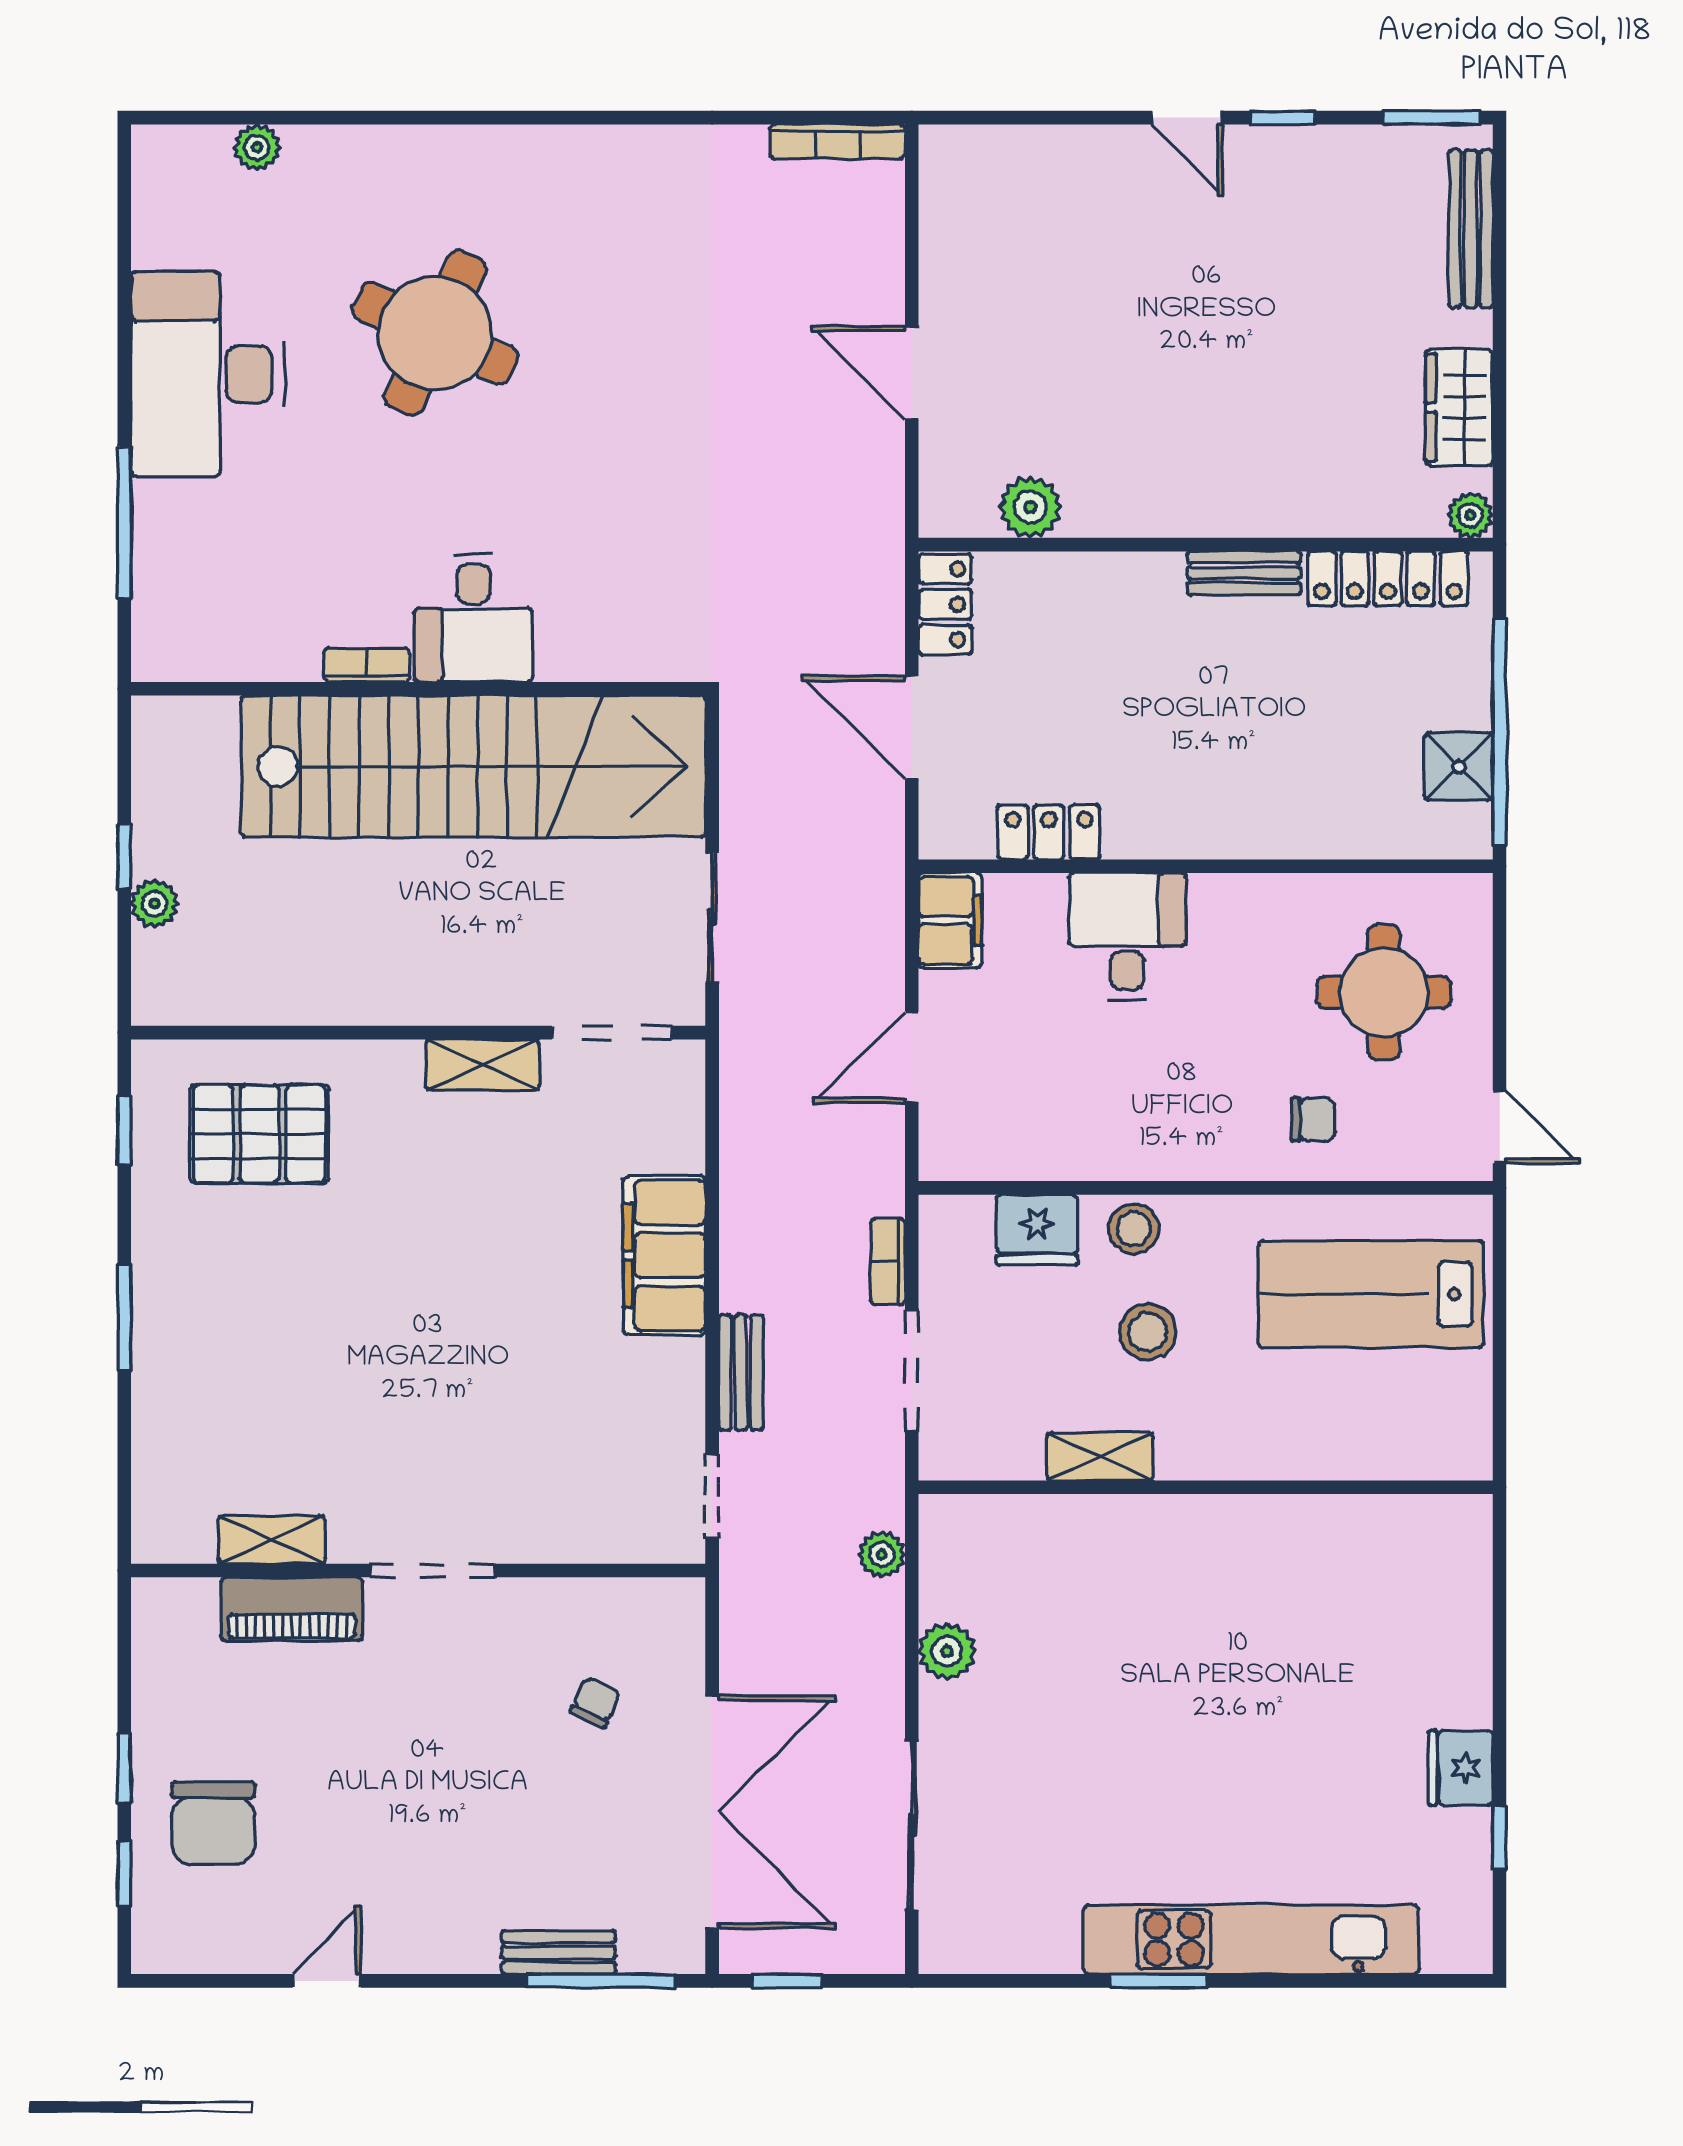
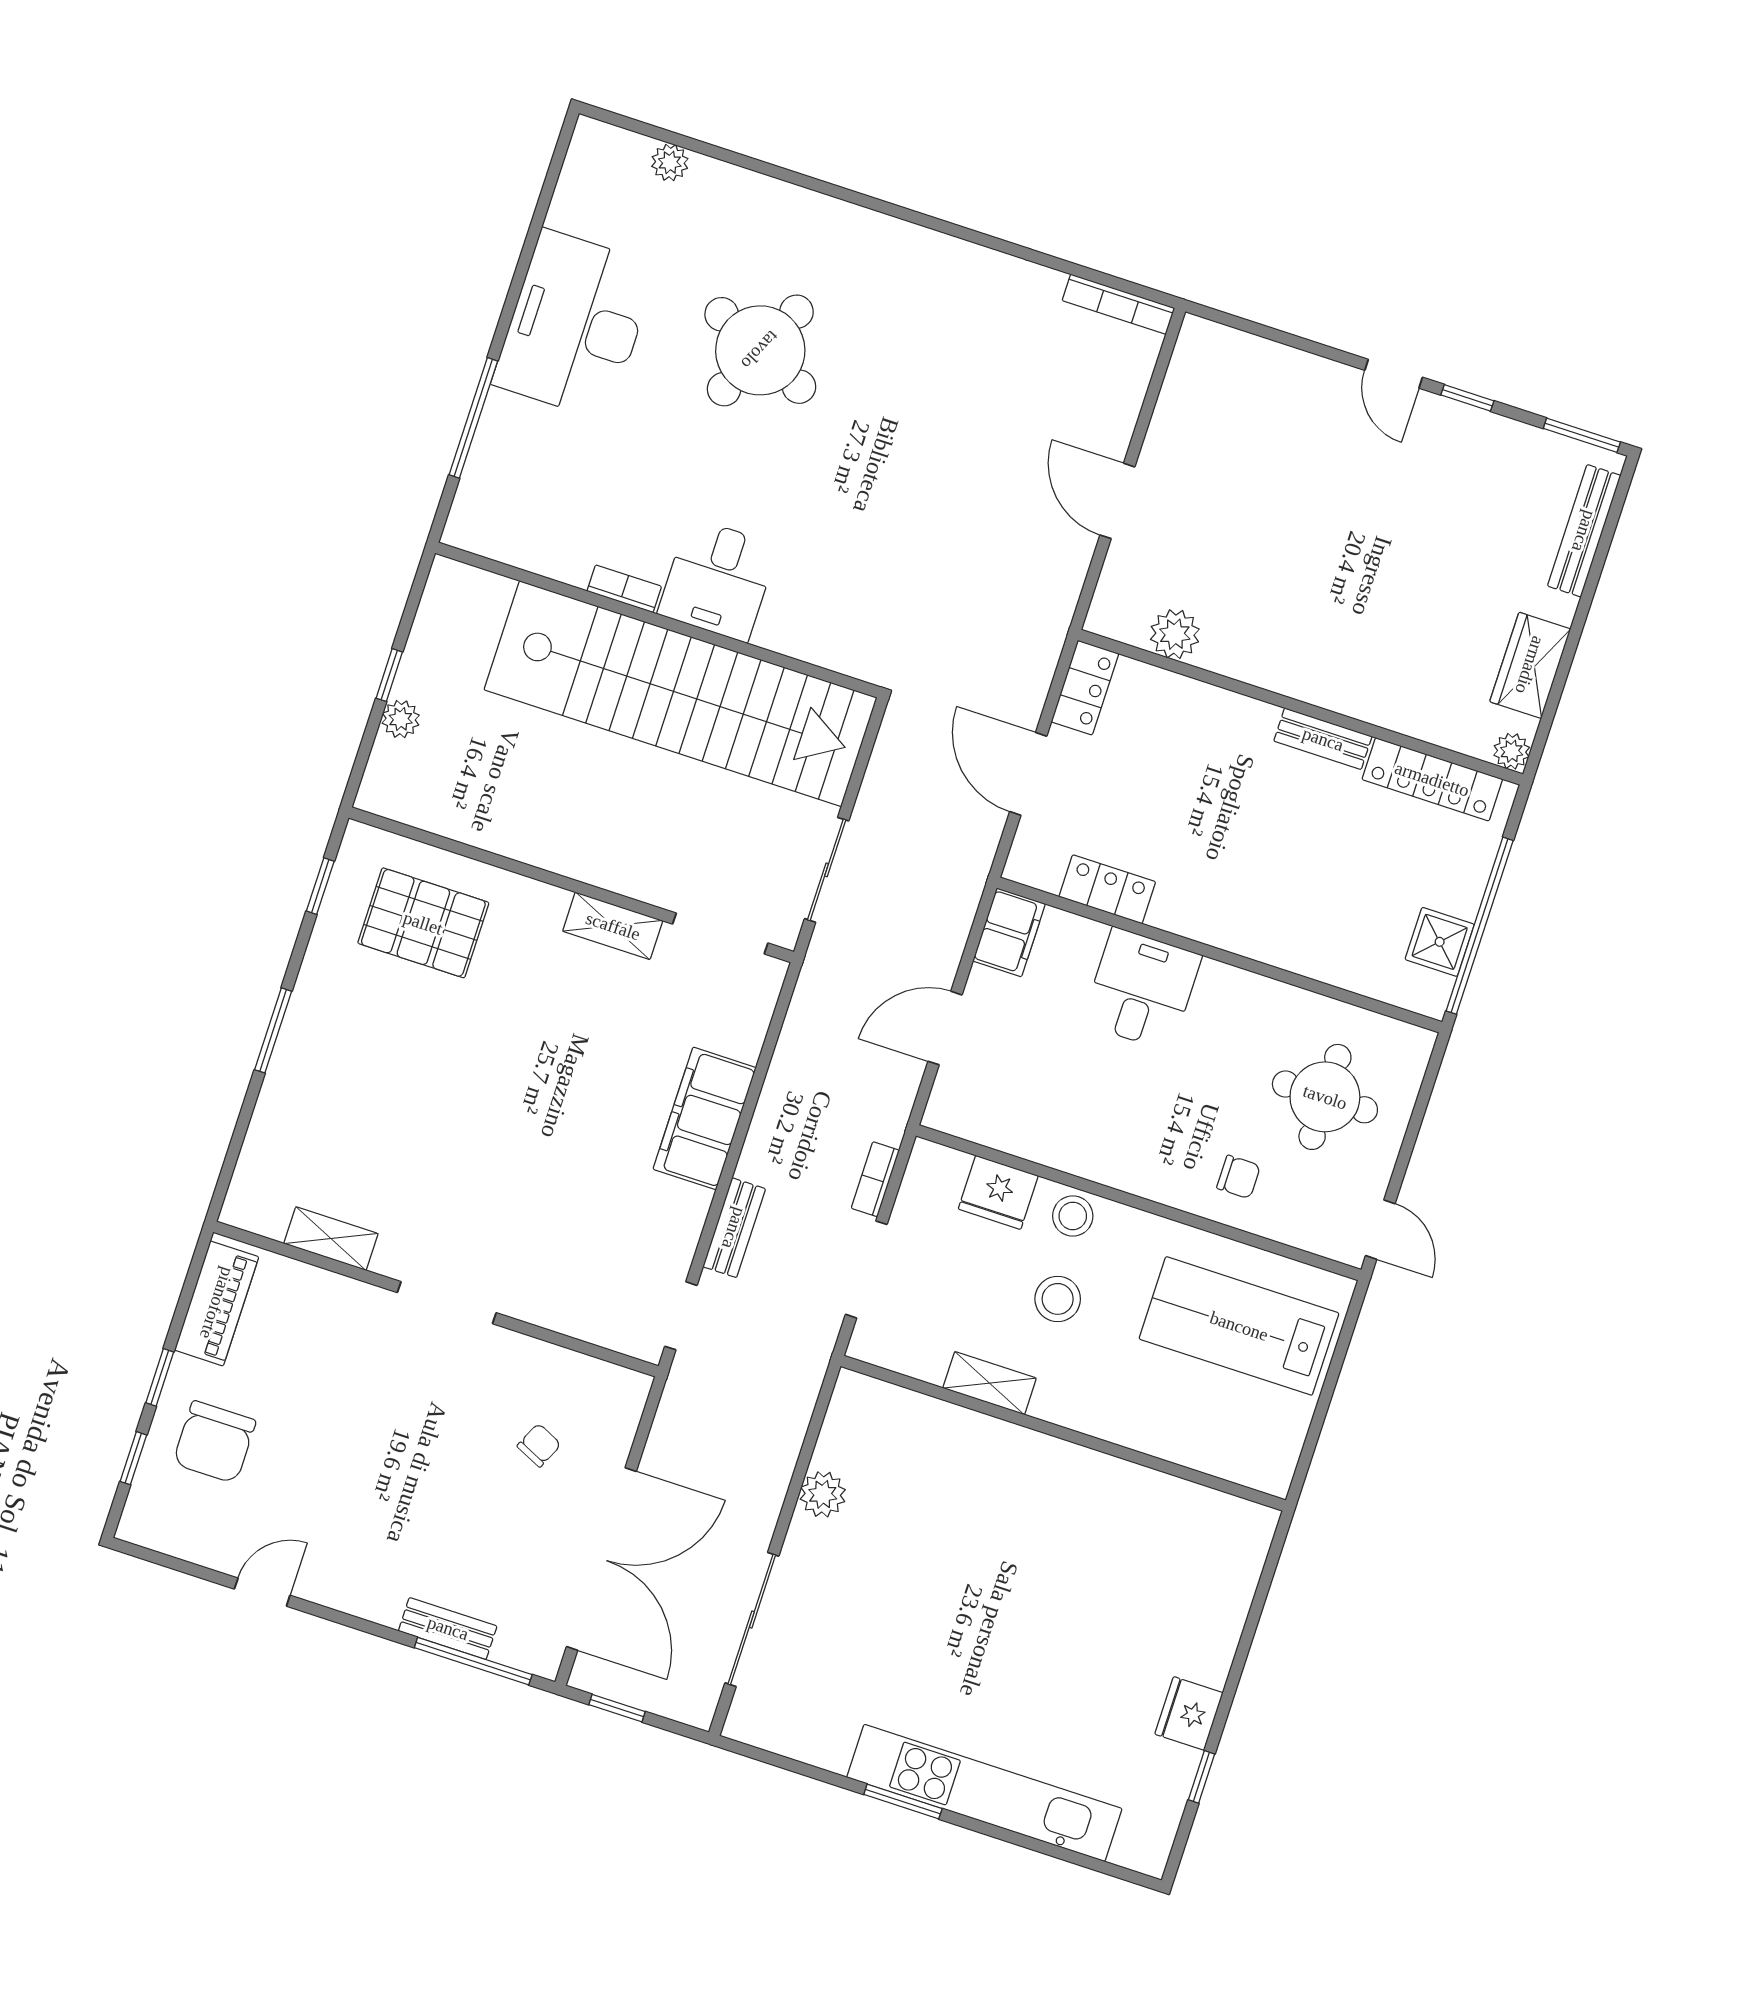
plant: (882, 1555) -> (797, 1403), removed
piano: (292, 1609) -> (217, 1303), moved, turned -90

